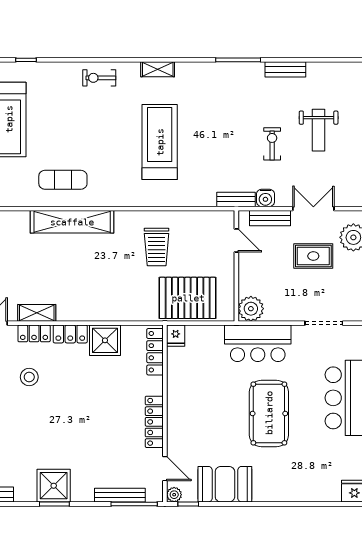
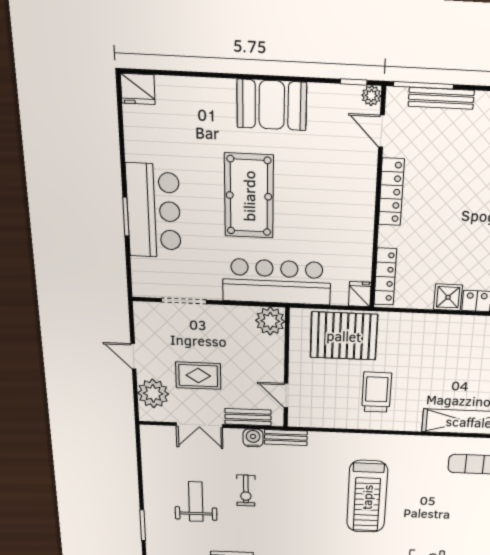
shower: (105, 340) -> (448, 297), width x0.73, depth x0.73
bar counter: (258, 343) -> (277, 282), width x1.36
booth: (225, 484) -> (272, 105), moved

